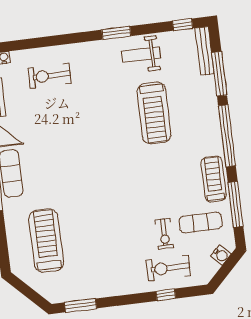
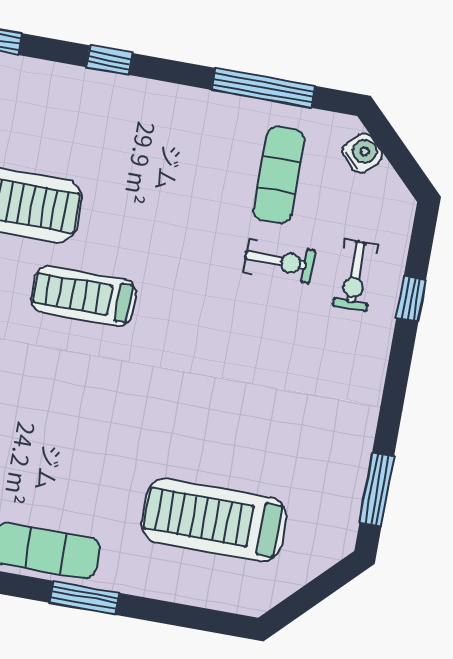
window: (227, 136) -> (109, 60), width x0.32
treadmill: (214, 179) -> (84, 296), moved
exercise bike: (168, 268) -> (355, 275), width x0.73, depth x0.72

